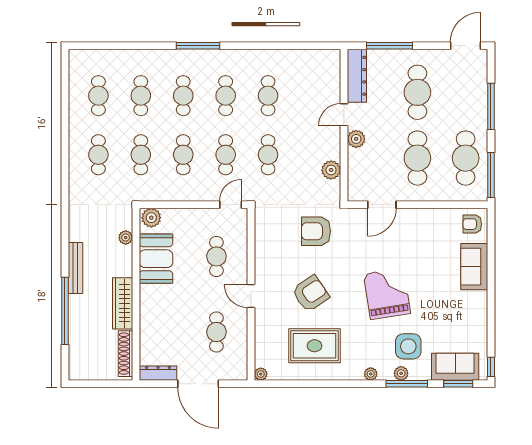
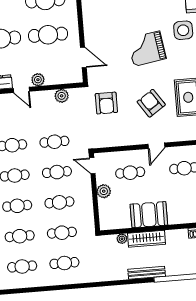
plant: (151, 218) -> (104, 191), moved
booth: (156, 259) -> (149, 215), moved
wardrobe: (123, 303) -> (146, 239), moved

